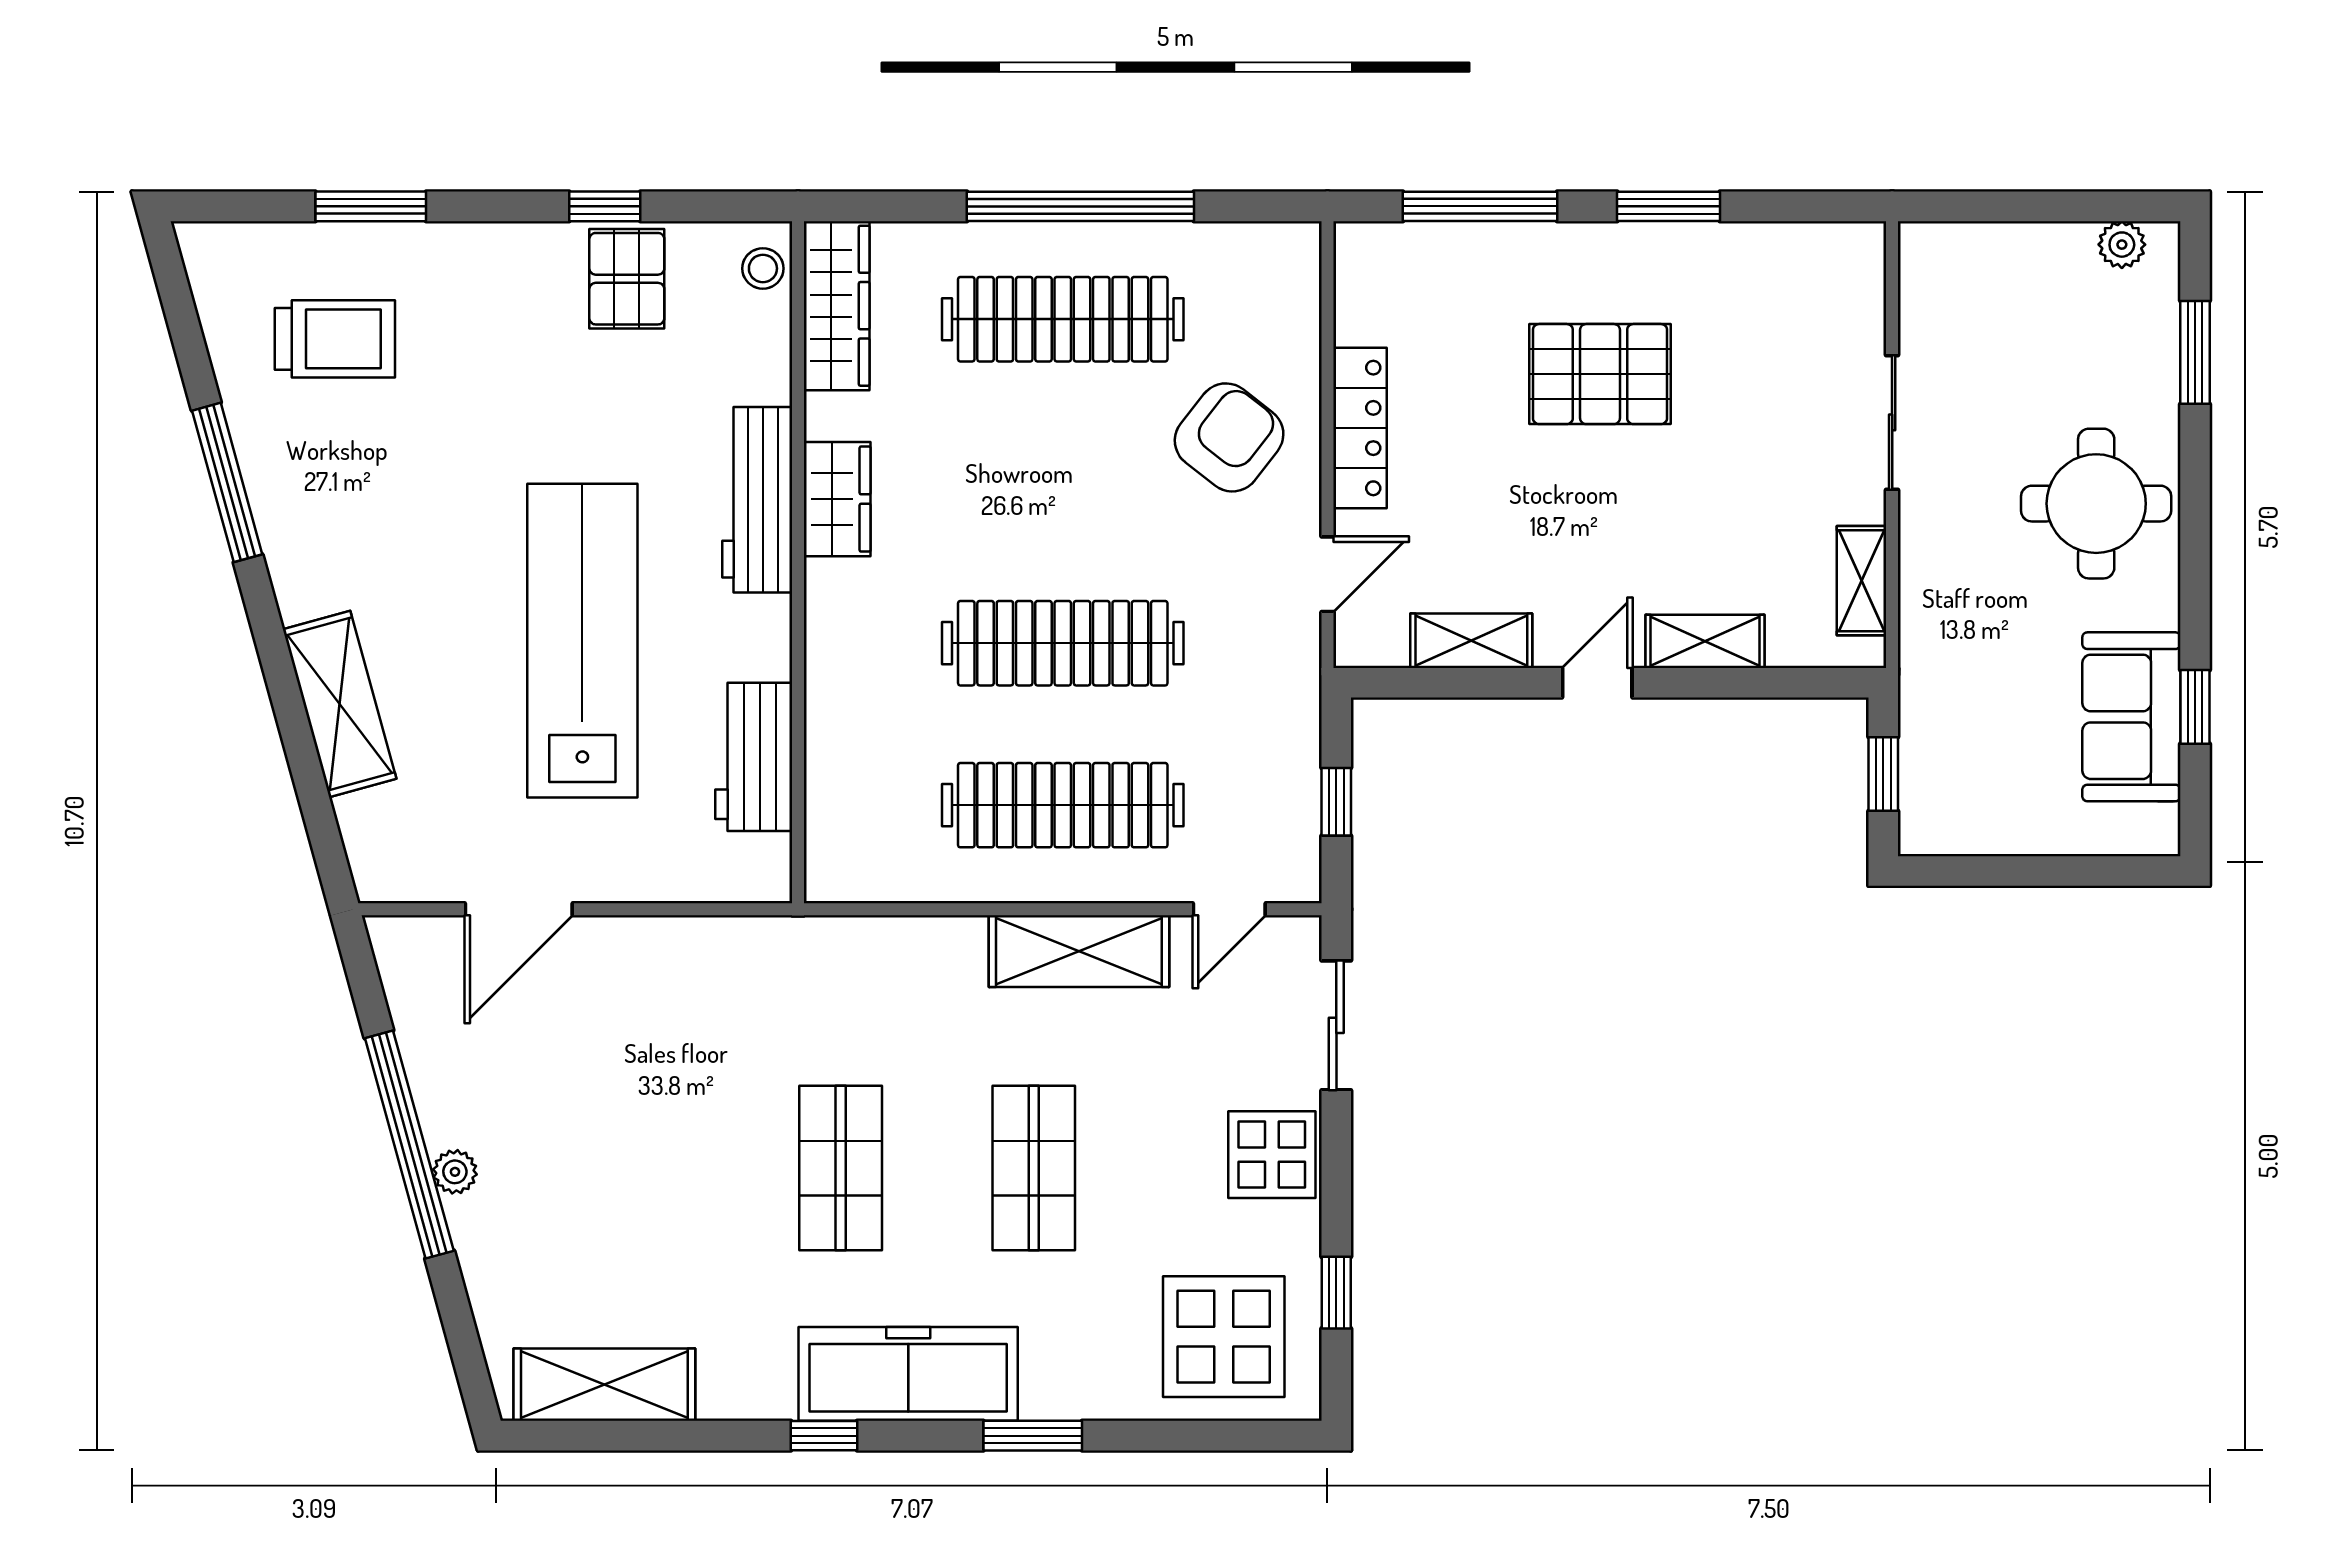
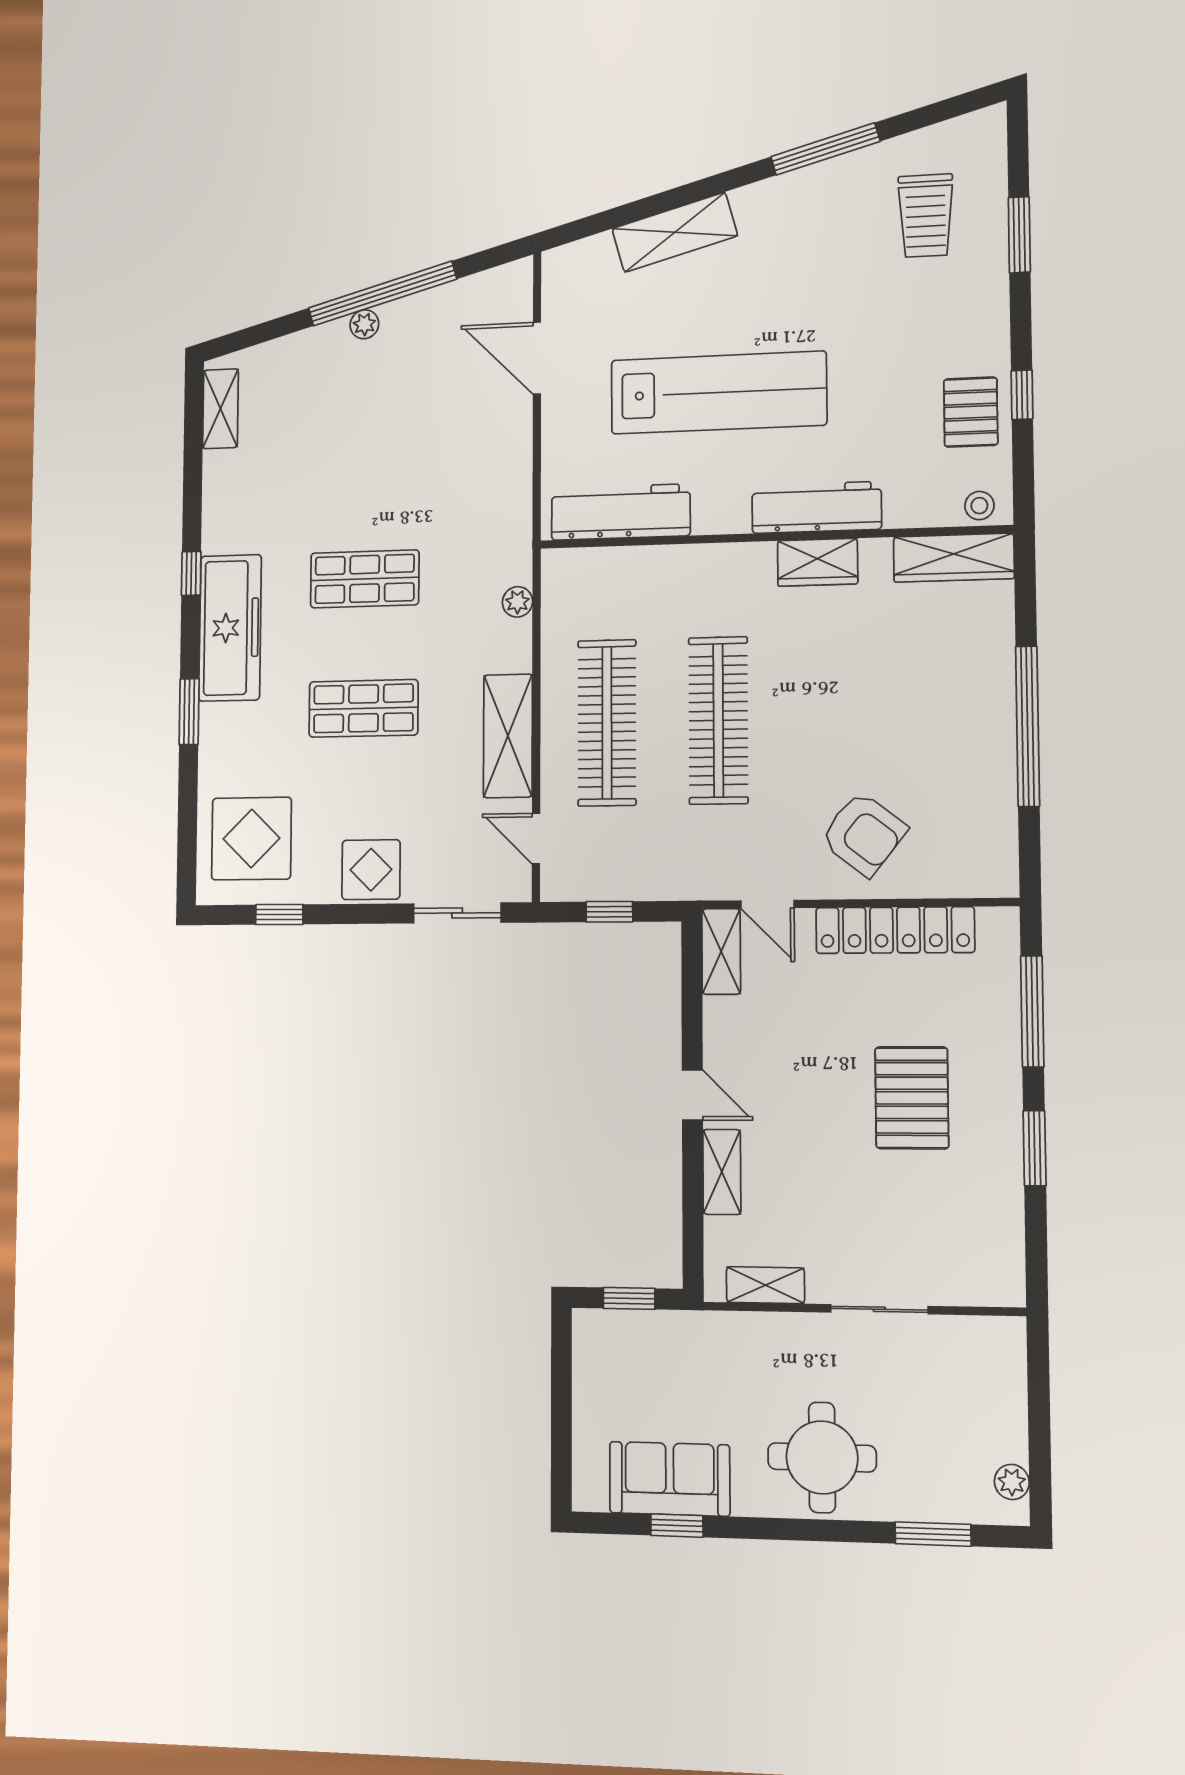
pallet: (627, 279) -> (971, 412), turned 90
clothes rail: (1063, 319) -> (946, 716), removed
locker: (1360, 428) -> (895, 930), width x1.41, depth x1.21
shelving: (1471, 641) -> (721, 951), moved
workbench: (754, 757) -> (621, 512), width x1.38
plant: (882, 938) -> (517, 602), added
shelving: (604, 1385) -> (220, 409), width x0.67, depth x0.75

